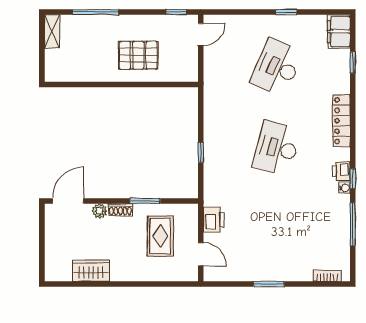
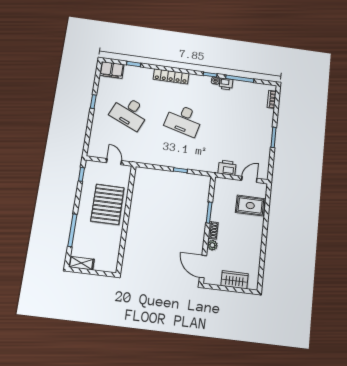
door: (201, 34) -> (114, 162), moved
pallet: (138, 55) -> (107, 204), width x1.37, depth x1.41
printer: (341, 171) -> (226, 84), moved
rug: (160, 236) -> (250, 206), moved
wardrobe: (91, 271) -> (235, 280), moved, turned 90

